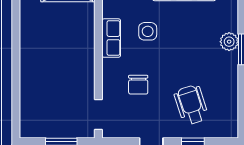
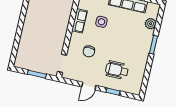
plant: (229, 42) -> (151, 24), moved
wheelchair: (191, 105) -> (117, 70), turned -72

